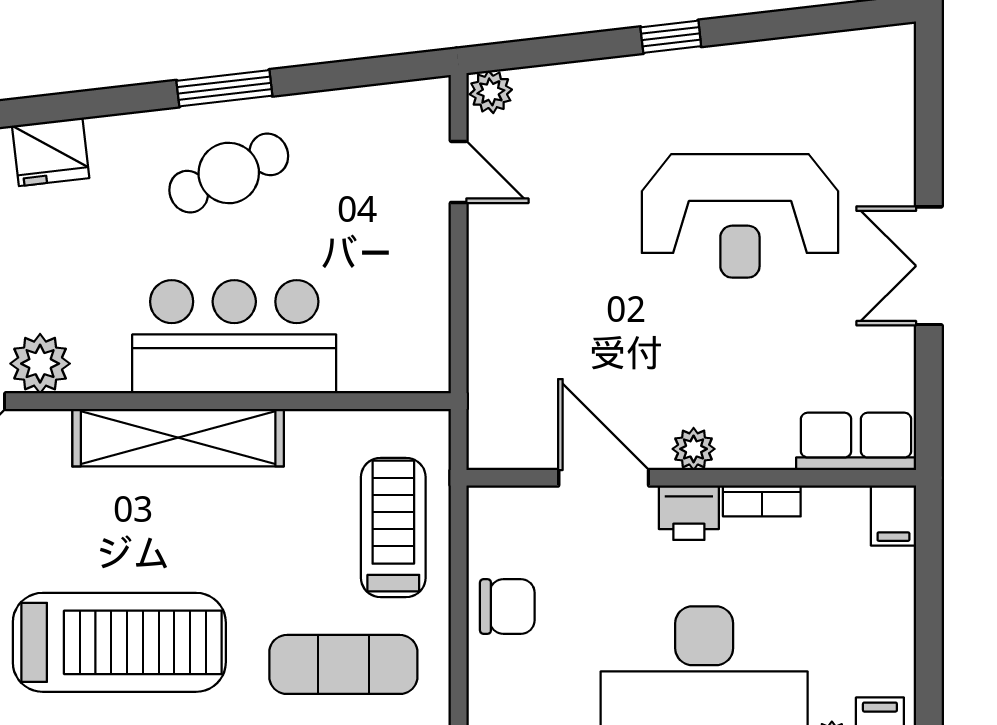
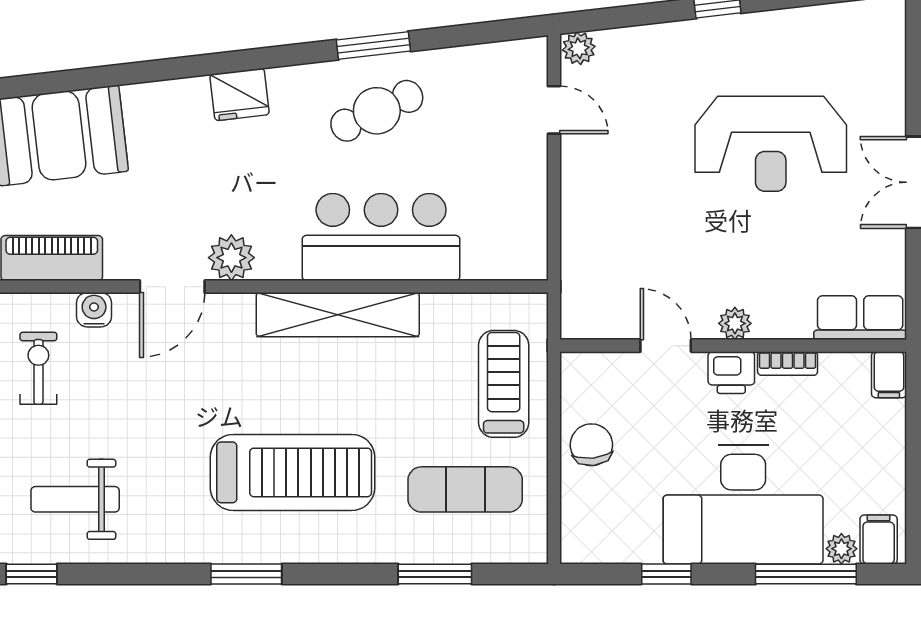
door: (604, 478) -> (666, 346), width x0.73
chair: (507, 606) -> (591, 445), turned -96

